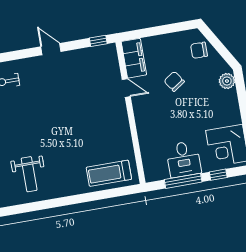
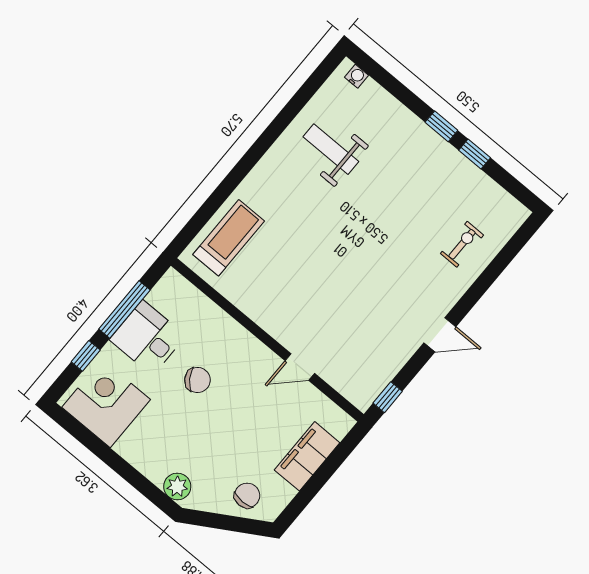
filing cabinet: (134, 58) -> (307, 456), moved, turned 90
chair: (174, 81) -> (197, 380), moved

